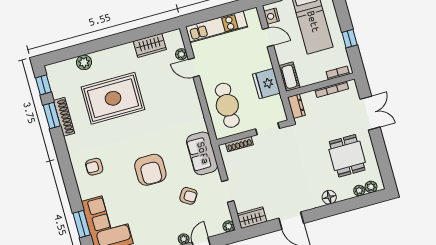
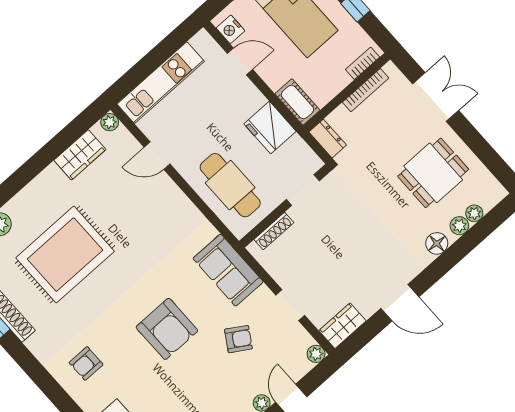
plant: (181, 54) -> (110, 122), moved
dining table: (347, 156) -> (433, 173), turned 90
plant: (371, 187) -> (459, 226), moved

